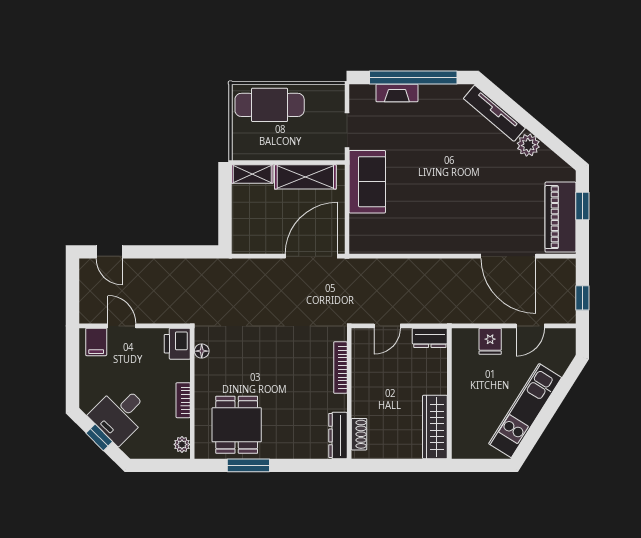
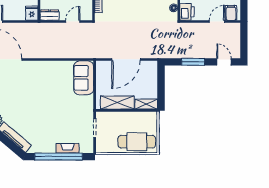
sofa: (367, 182) -> (84, 78), moved
window: (166, 252) -> (193, 62), added
door: (311, 256) -> (126, 59), moved
door: (122, 326) -> (217, 22), swing flipped
fridge: (490, 341) -> (32, 13), moved

